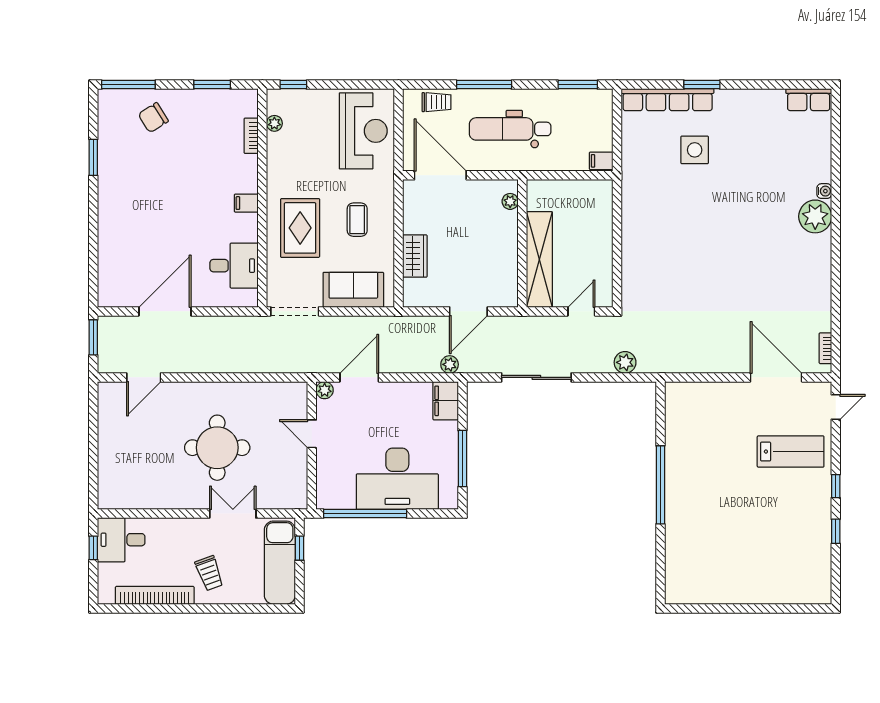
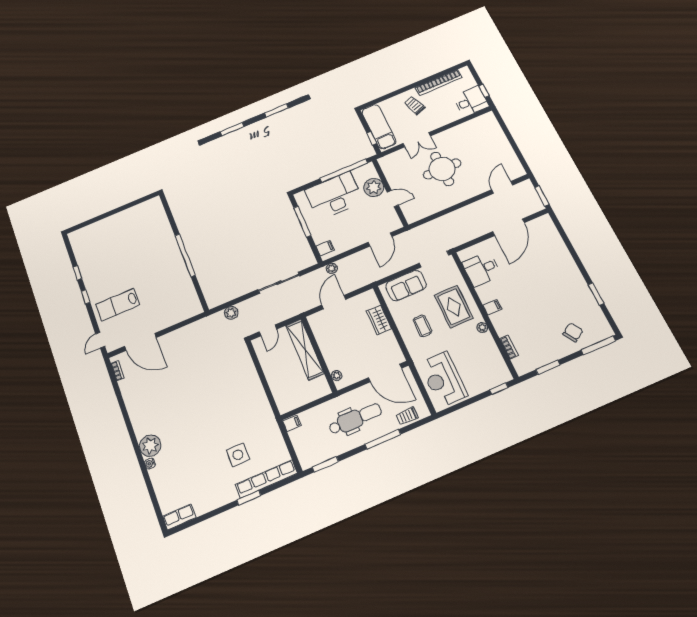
plant: (274, 123) -> (482, 327), moved
plant: (325, 390) -> (374, 187), moved, width x1.87, depth x1.87
filing cabinet: (446, 401) -> (325, 248), width x0.50

